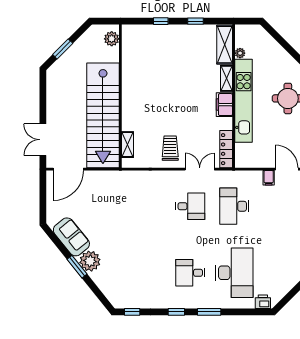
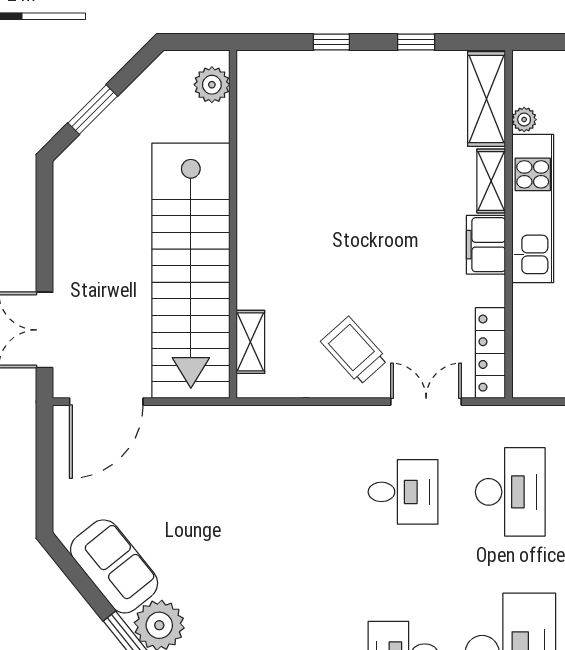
kitchen unit: (244, 101) -> (533, 208), width x0.73
trolley: (170, 148) -> (354, 351), turned -42
desk: (234, 206) -> (510, 492), turned 180

